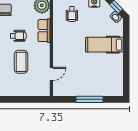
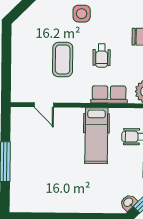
hospital bed: (104, 45) -> (96, 136), moved, turned 180
coffee table: (21, 62) -> (63, 60), turned 90

